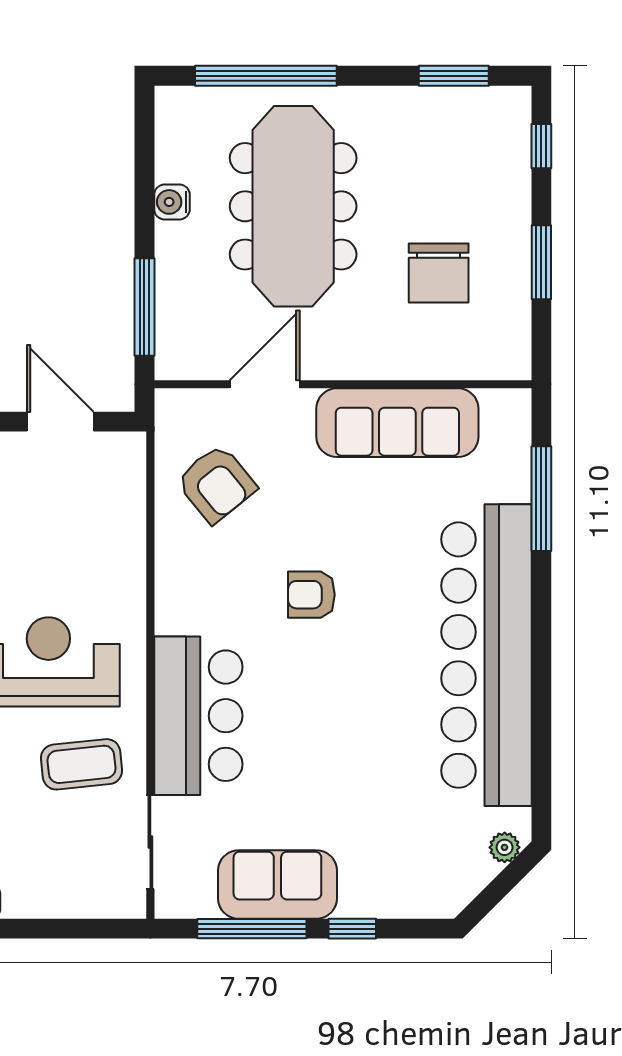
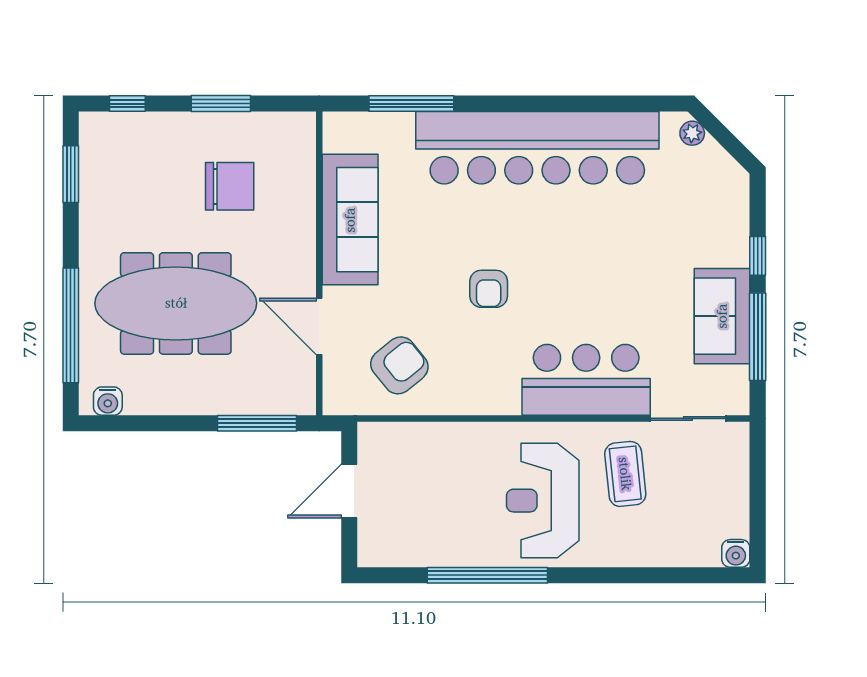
water cooler: (172, 202) -> (108, 401), moved

